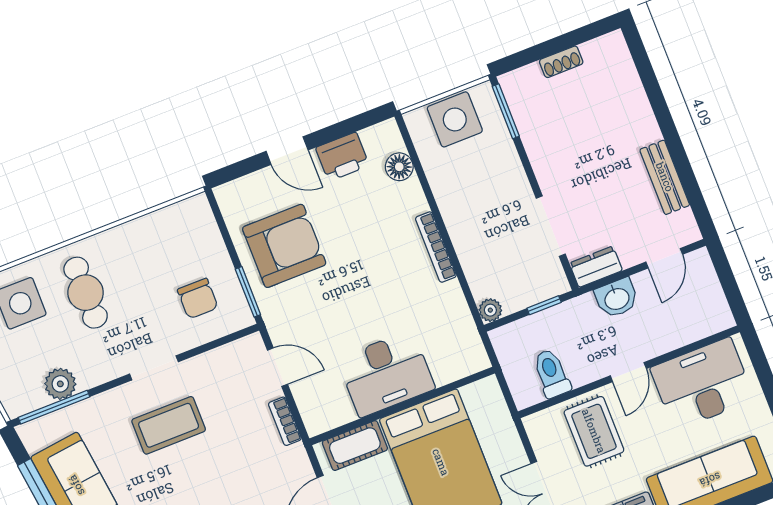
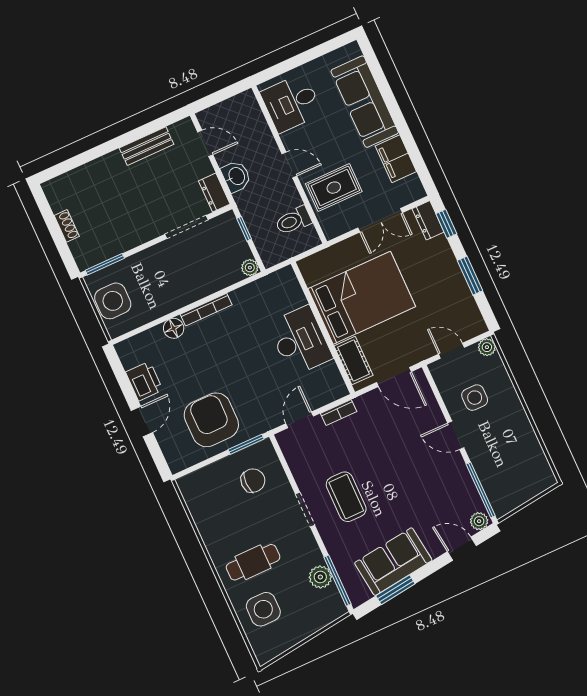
floor lamp: (399, 167) -> (174, 328), moved
desk: (702, 384) -> (291, 103), width x0.73

